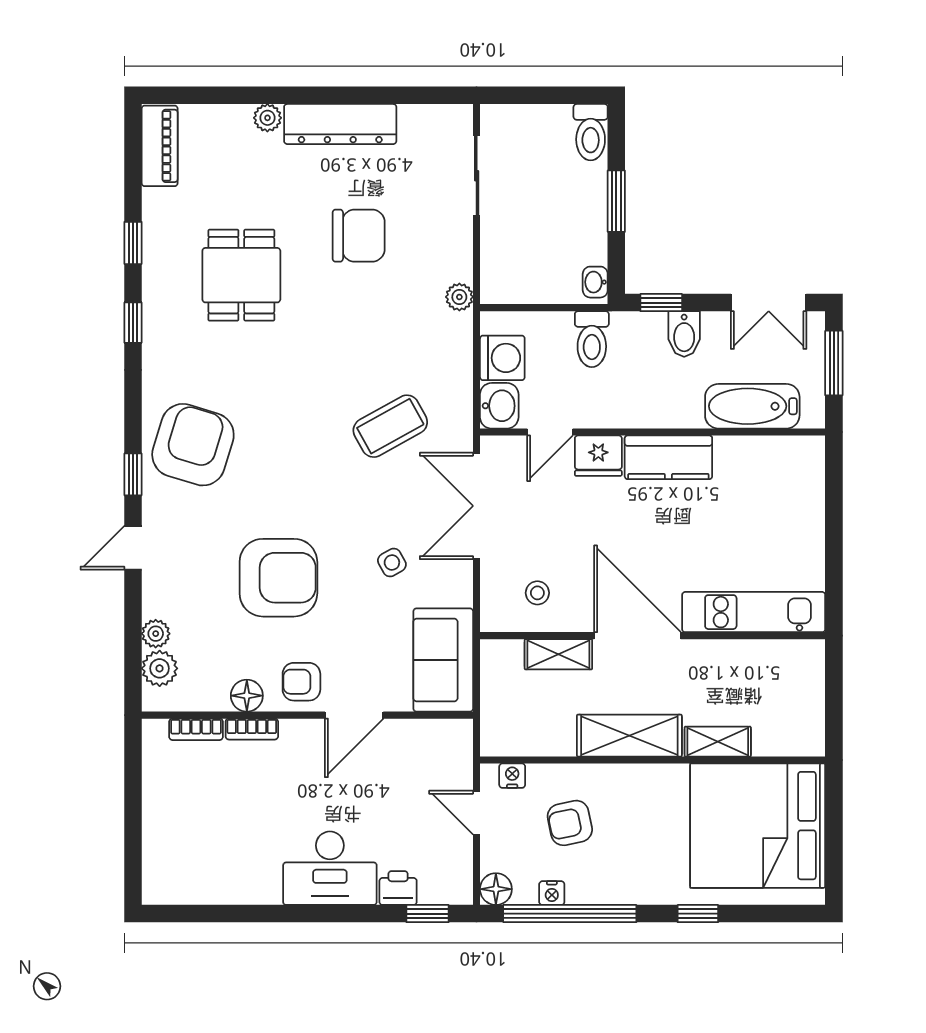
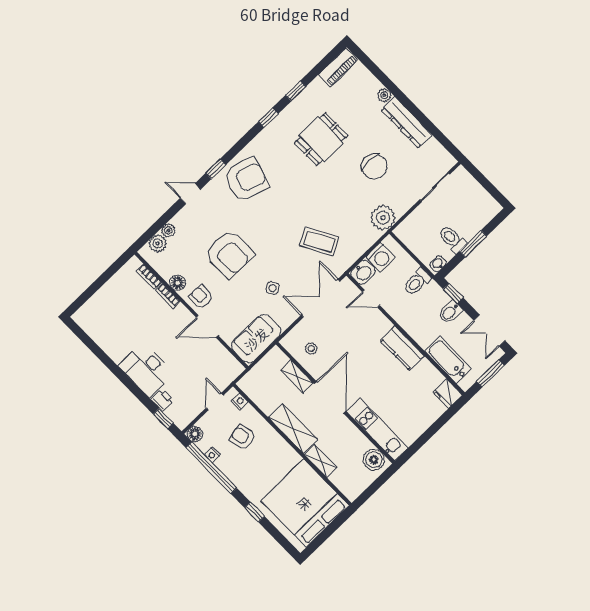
toilet: (591, 132) -> (452, 239), moved, turned 90
plant: (459, 297) -> (383, 218), width x1.87, depth x1.87
fridge: (598, 456) -> (448, 394), moved
boiler: (793, 661) -> (374, 460), added

